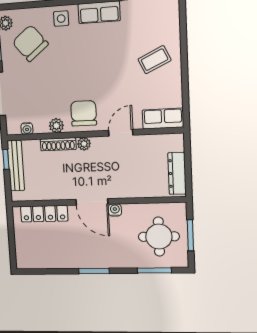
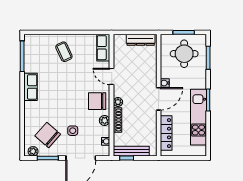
side table: (61, 19) -> (73, 131), moved
chair: (30, 43) -> (48, 135), turned 80
kitchen unit: (69, 258) -> (198, 117), added

